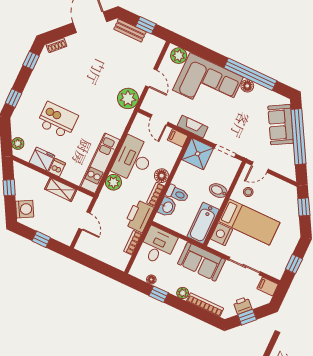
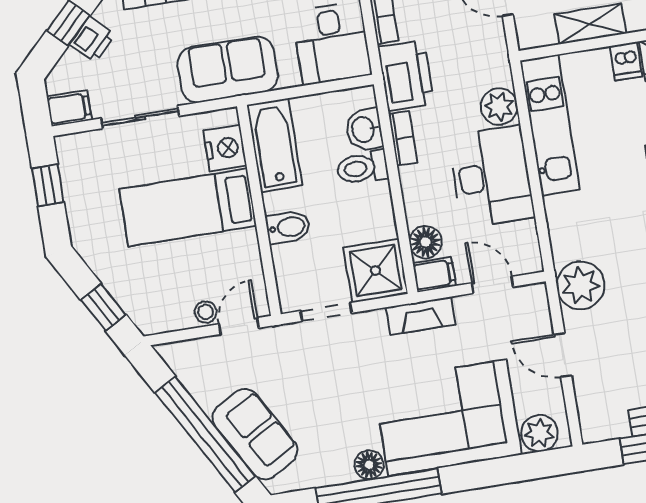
floor lamp: (162, 176) -> (426, 242), moved
stool: (248, 192) -> (206, 312), moved

